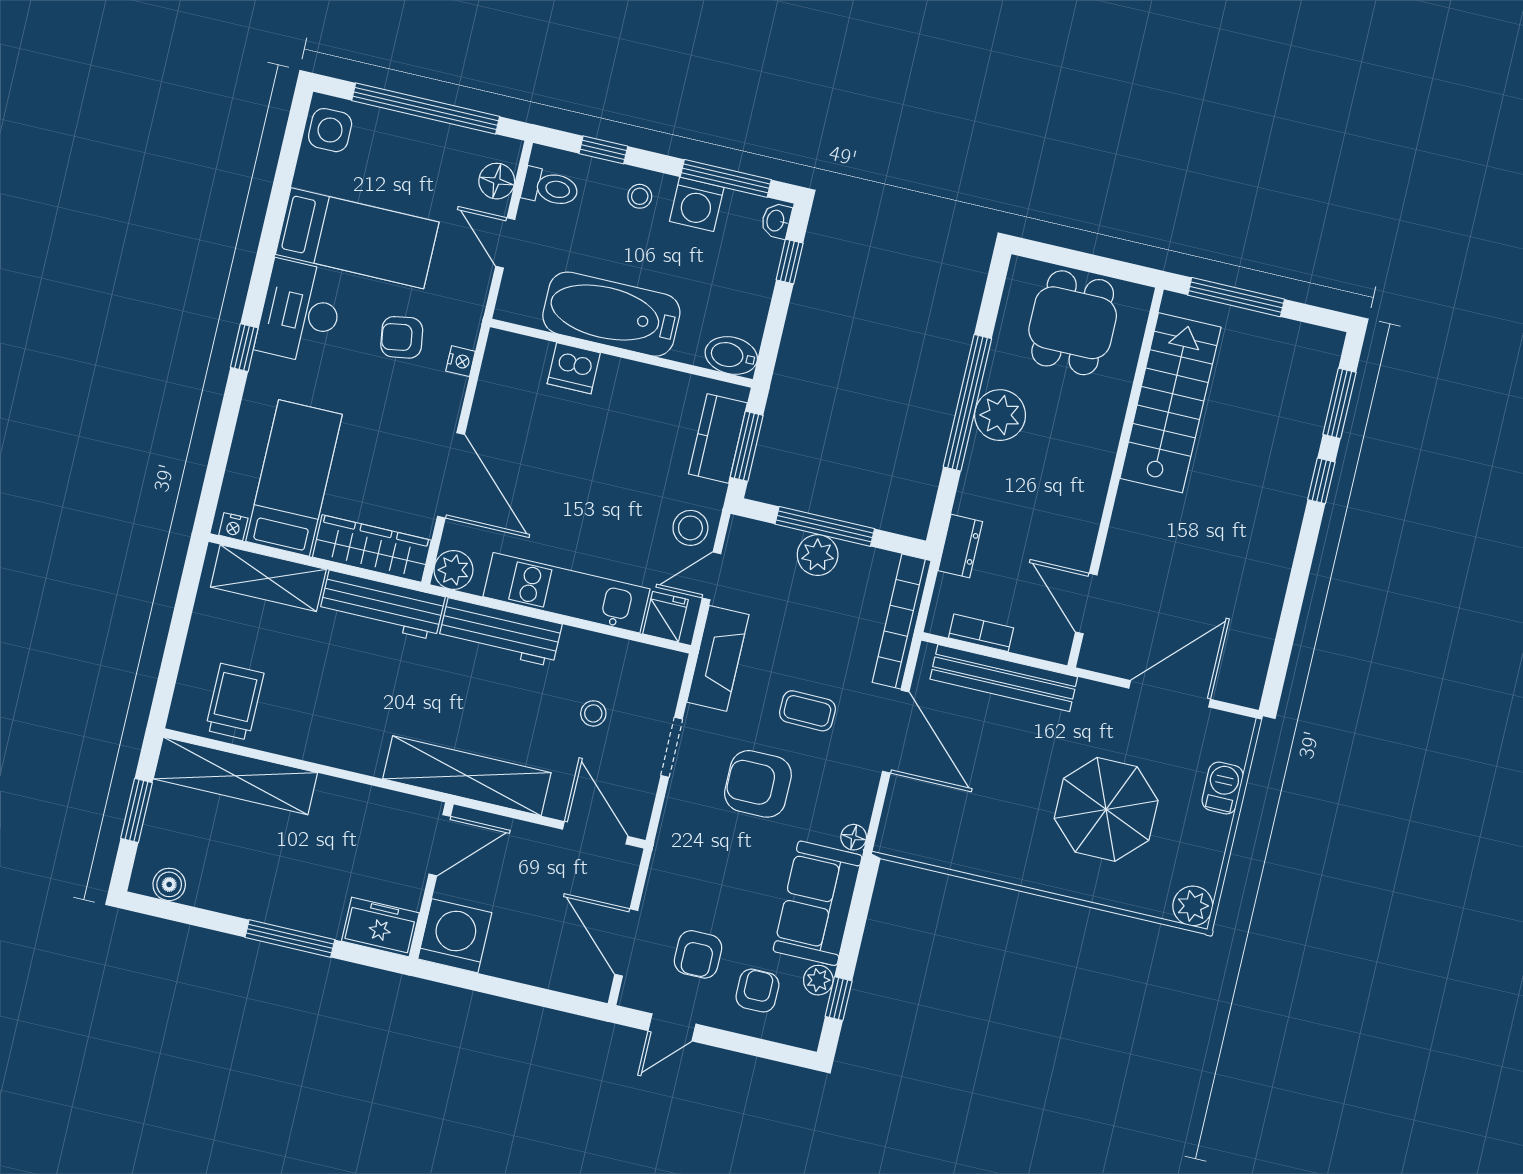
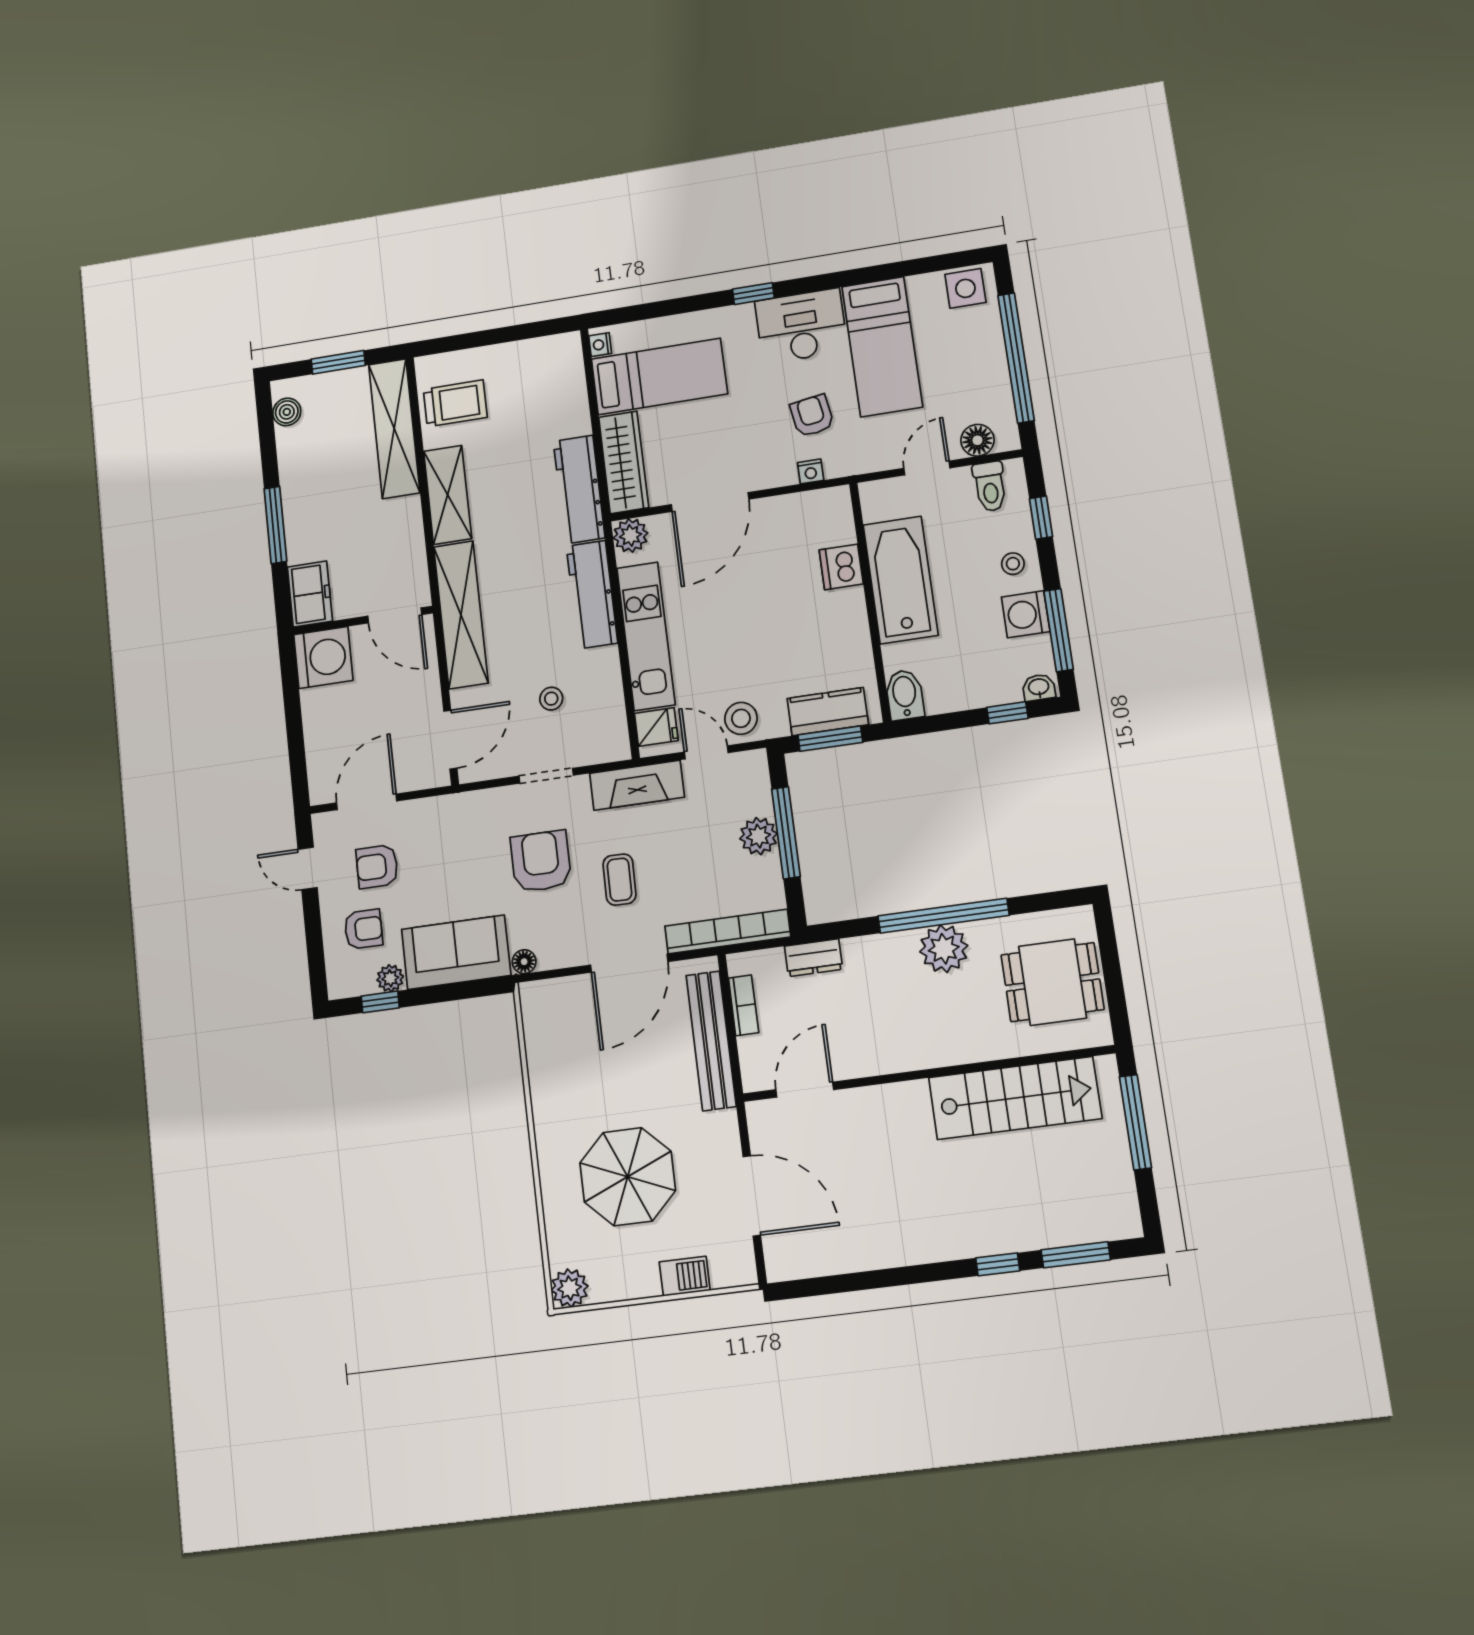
shelving: (268, 578) -> (448, 495), moved

